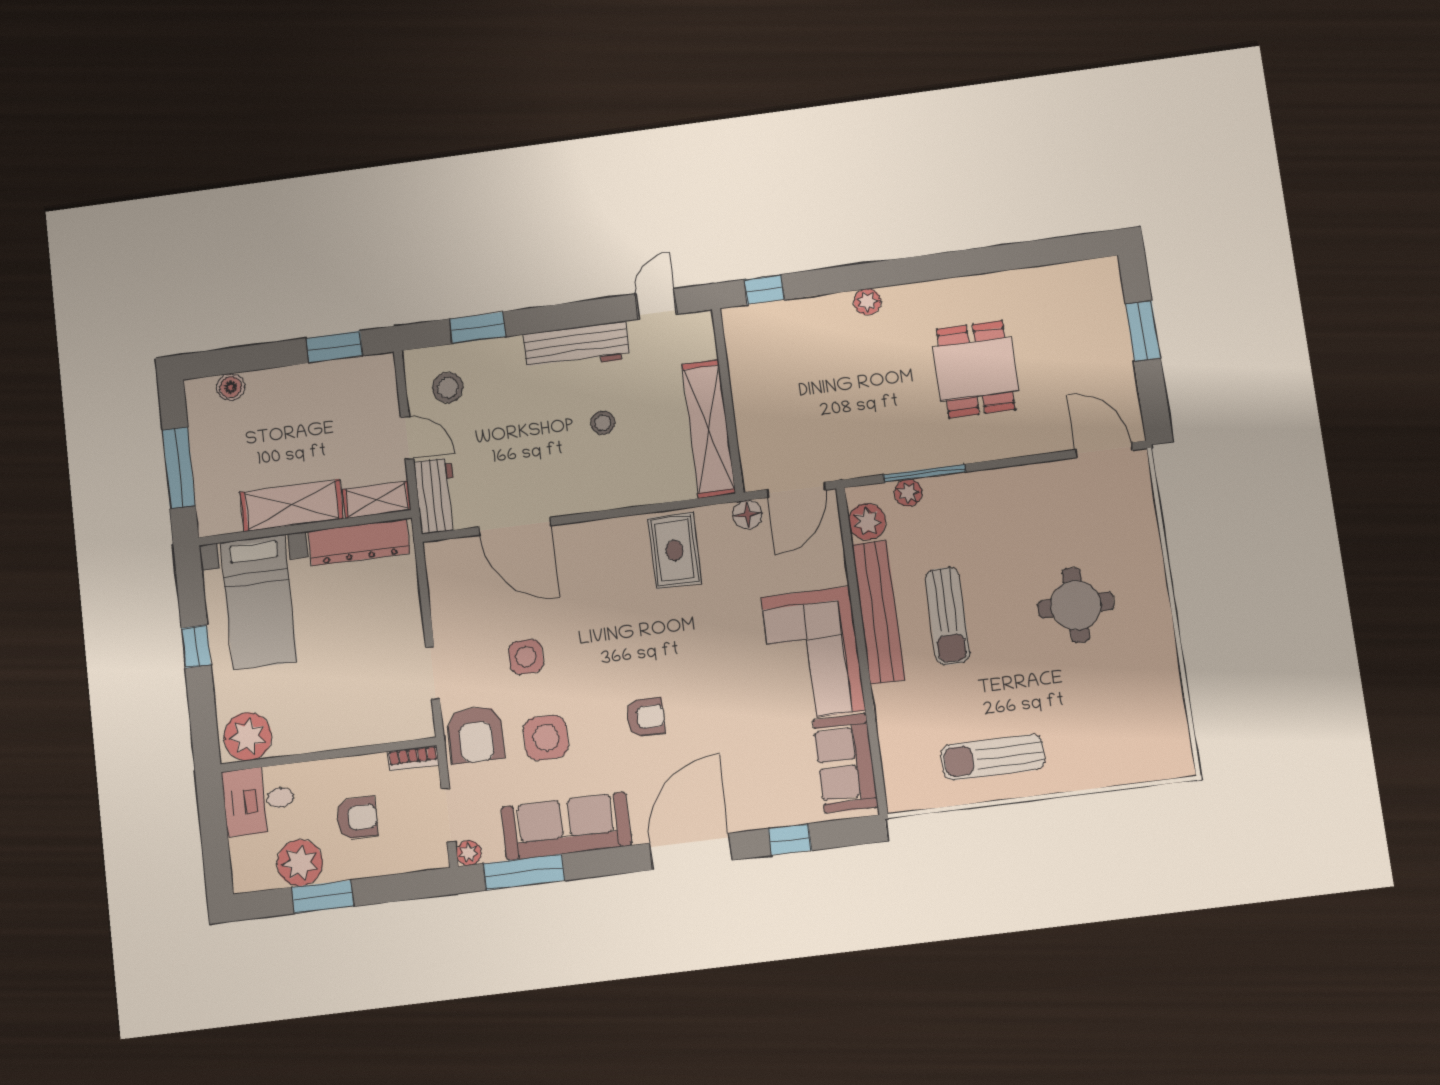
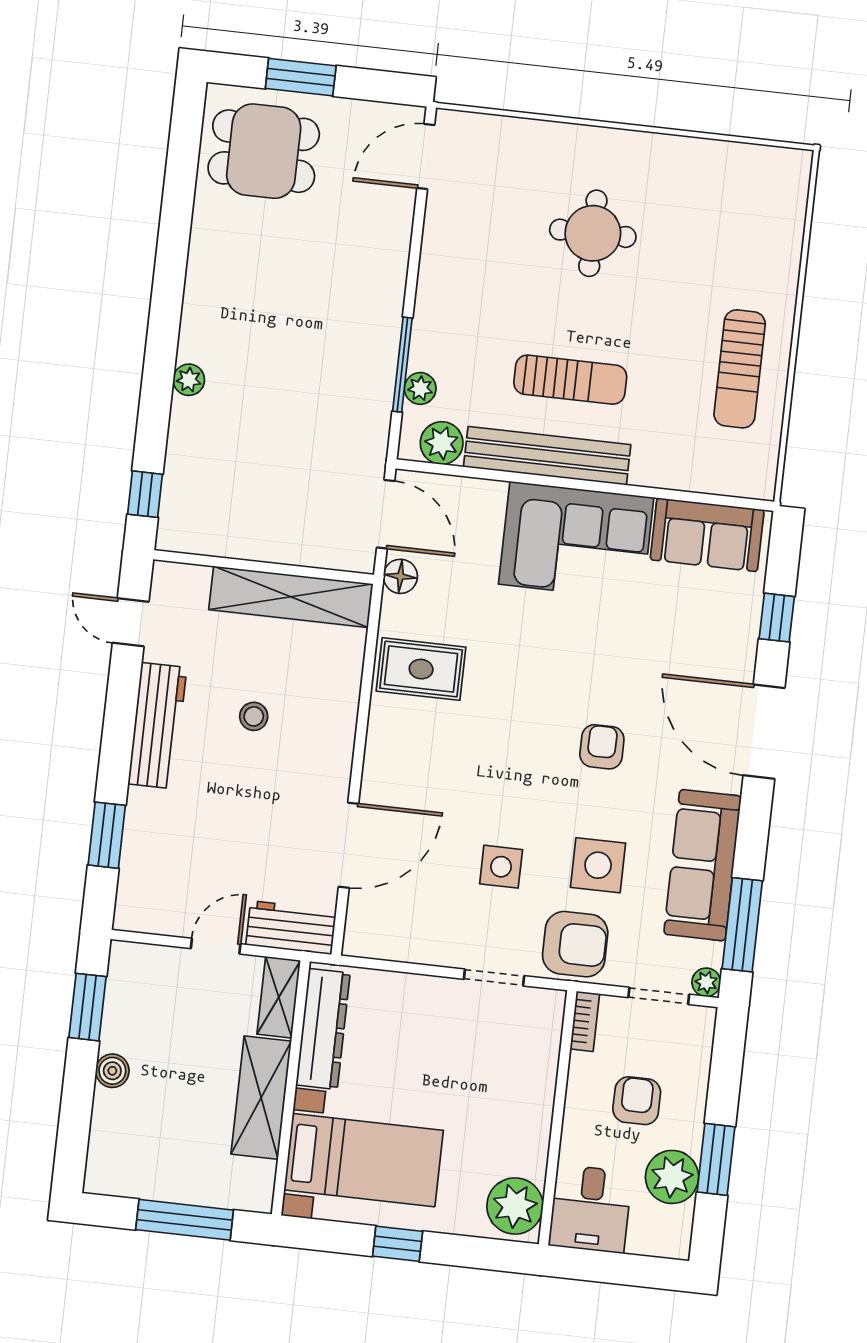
dining table: (976, 369) -> (264, 151), moved
boiler: (231, 387) -> (112, 1071), moved
stool: (448, 388) -> (168, 886), removed

